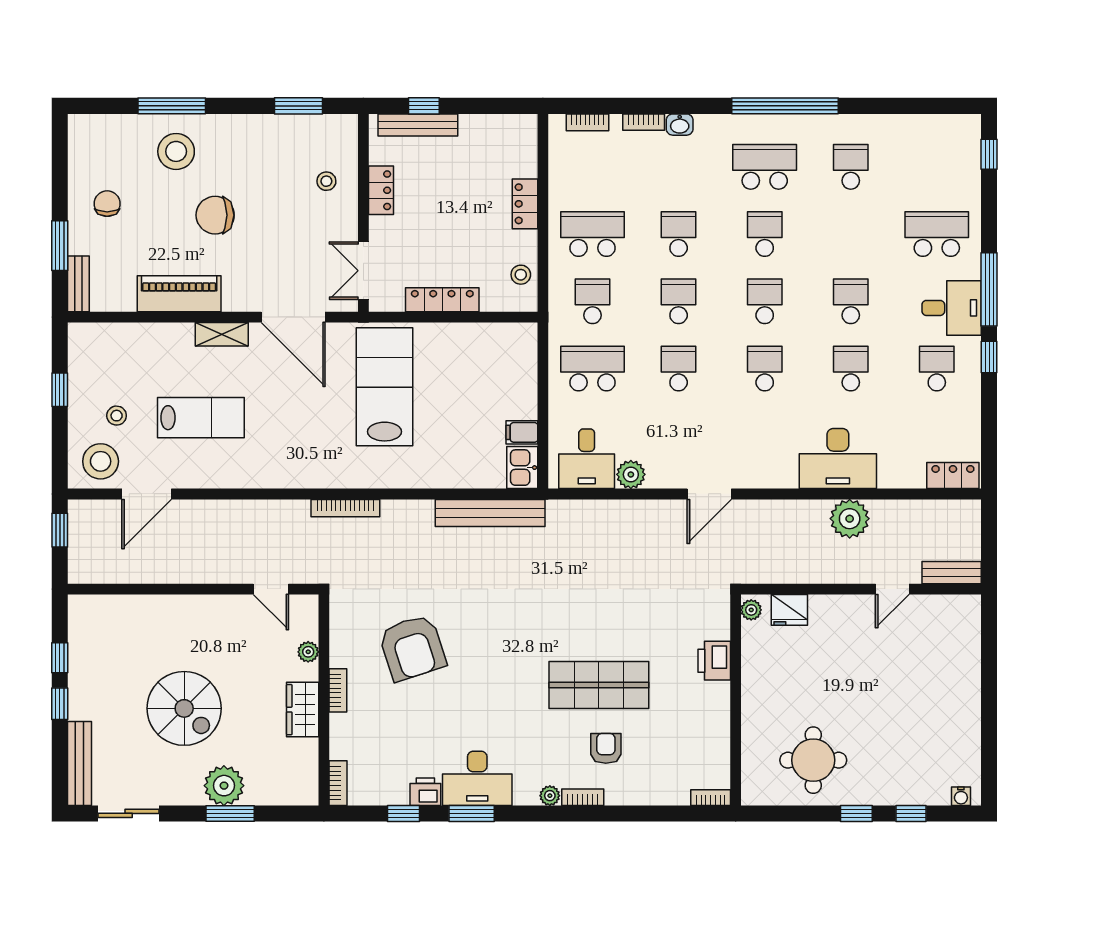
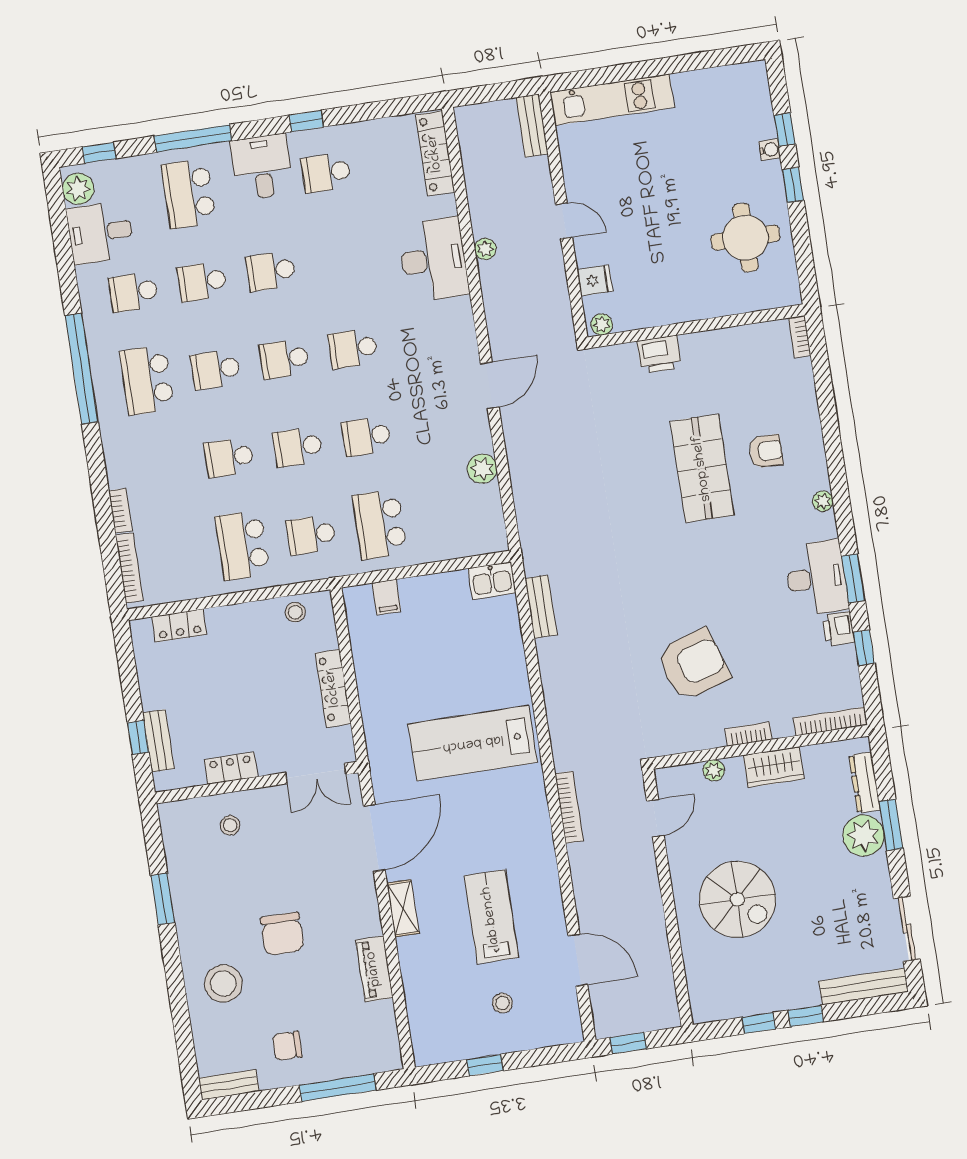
window: (172, 106) -> (177, 995), removed
window: (299, 106) -> (163, 899), moved
bookcase: (587, 122) -> (129, 568), width x1.56
bench: (418, 125) -> (158, 741), width x0.73
washbasin: (680, 125) -> (117, 473), removed
plant: (958, 129) -> (78, 189), added
locker: (525, 204) -> (179, 626), moved
window: (60, 246) -> (338, 1088), width x1.44
bench: (78, 284) -> (229, 1085), moved
window: (989, 289) -> (193, 138), moved
piano: (179, 294) -> (374, 969), width x0.73, depth x0.75
school desk: (851, 369) -> (202, 282), moved
lab bench: (385, 387) -> (473, 743), moved
filing cabinet: (522, 432) -> (386, 597), moved
desk: (587, 459) -> (100, 233), moved, turned 180
stool: (101, 461) -> (552, 1012), removed
locker: (953, 476) -> (435, 153), width x1.53
door: (709, 494) -> (490, 385), hinge flipped
bookcase: (345, 508) -> (569, 807), moved
bench: (490, 513) -> (541, 607), width x0.54, depth x0.82
plant: (850, 519) -> (485, 249), width x0.53, depth x0.53
door: (892, 589) -> (564, 221), moved
fridge: (789, 610) -> (595, 280), width x0.72
kitchen unit: (965, 653) -> (612, 100), added
spiral stairs: (184, 708) -> (737, 899), moved, turned 90
armchair: (606, 748) -> (766, 451), turned 180
bookcase: (338, 783) -> (830, 721), width x1.56
dresser: (274, 794) -> (865, 783), added
water cooler: (961, 796) -> (770, 150), moved
bookcase: (583, 797) -> (819, 467), removed

